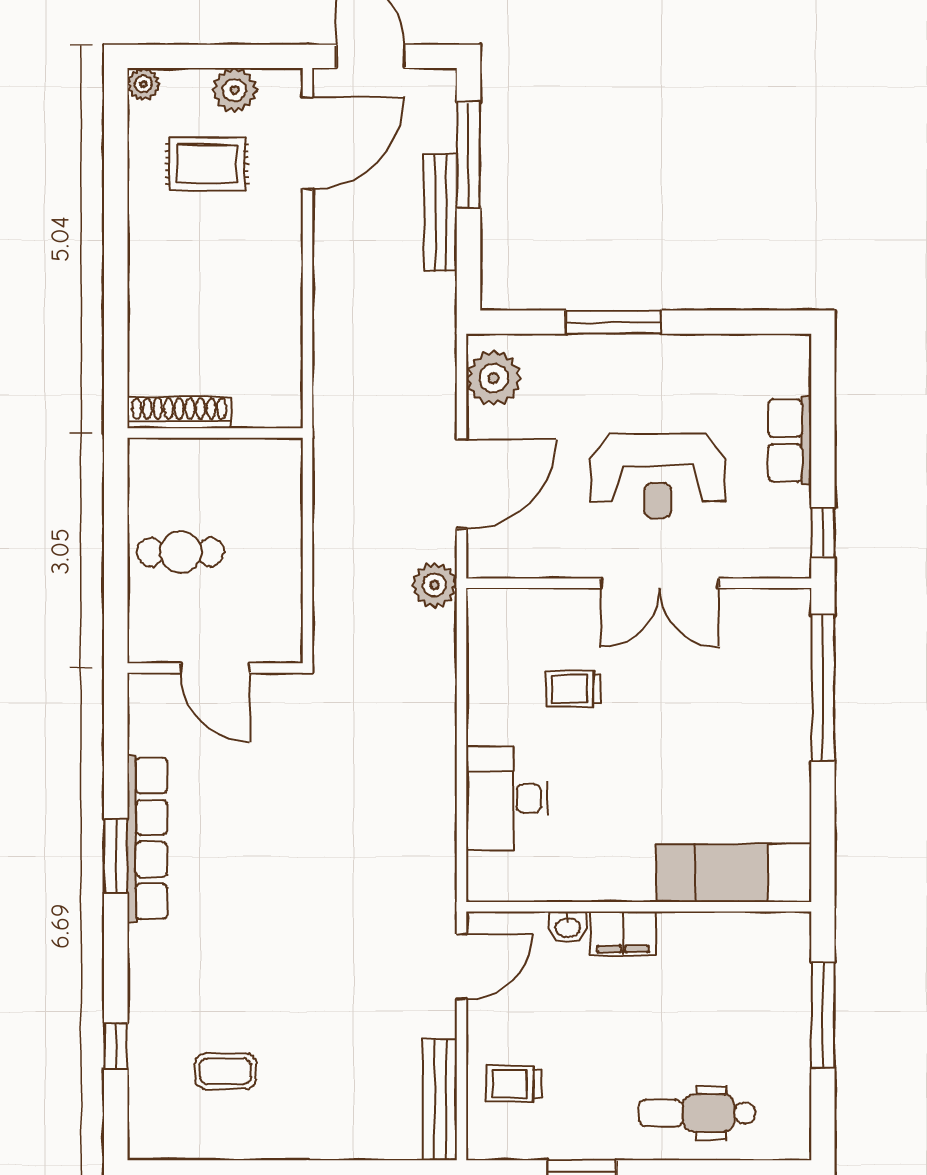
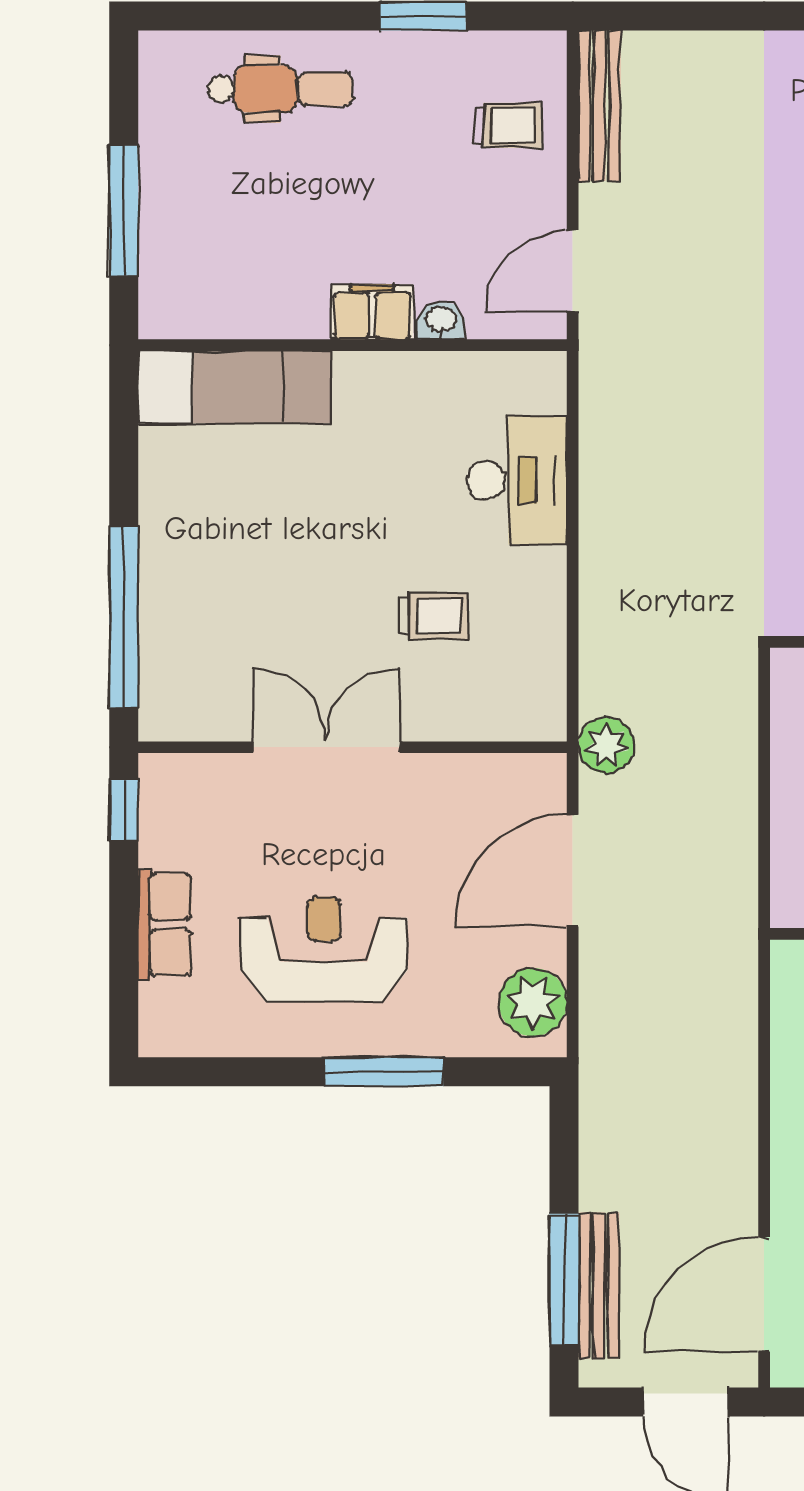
bench: (441, 213) -> (599, 1286), moved
reception desk: (658, 476) -> (324, 949), moved

